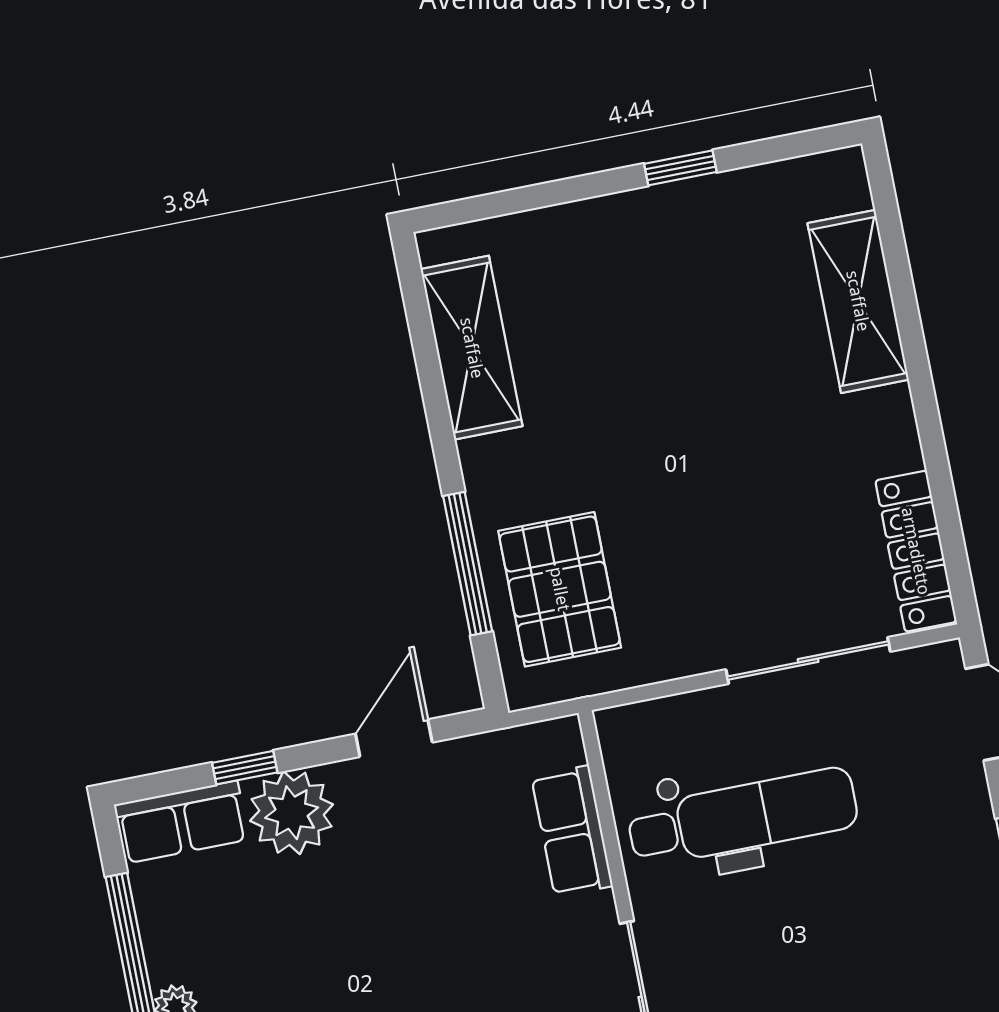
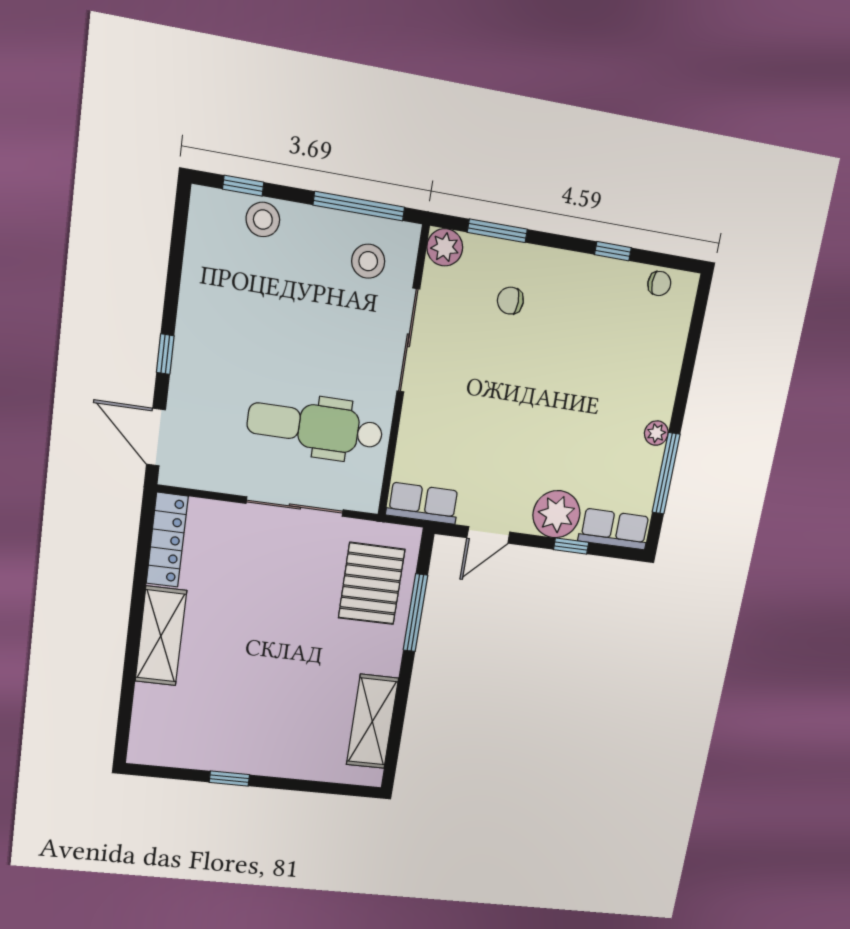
shelving: (858, 301) -> (161, 636), moved
sliding door: (808, 661) -> (295, 507), moved
row of seats: (572, 831) -> (423, 503), moved, turned -90

